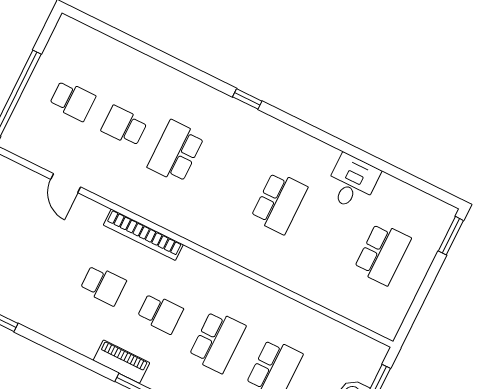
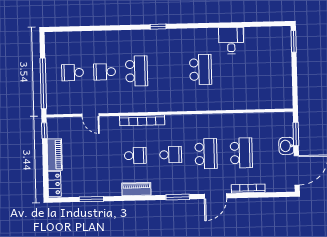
school desk: (72, 101) -> (73, 73), turned 180
school desk: (176, 152) -> (137, 71), turned 180
school desk: (382, 254) -> (265, 68), removed
piano: (121, 362) -> (136, 189), moved

